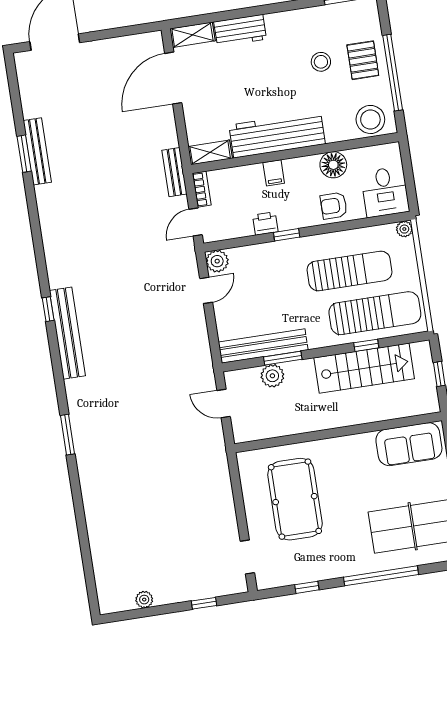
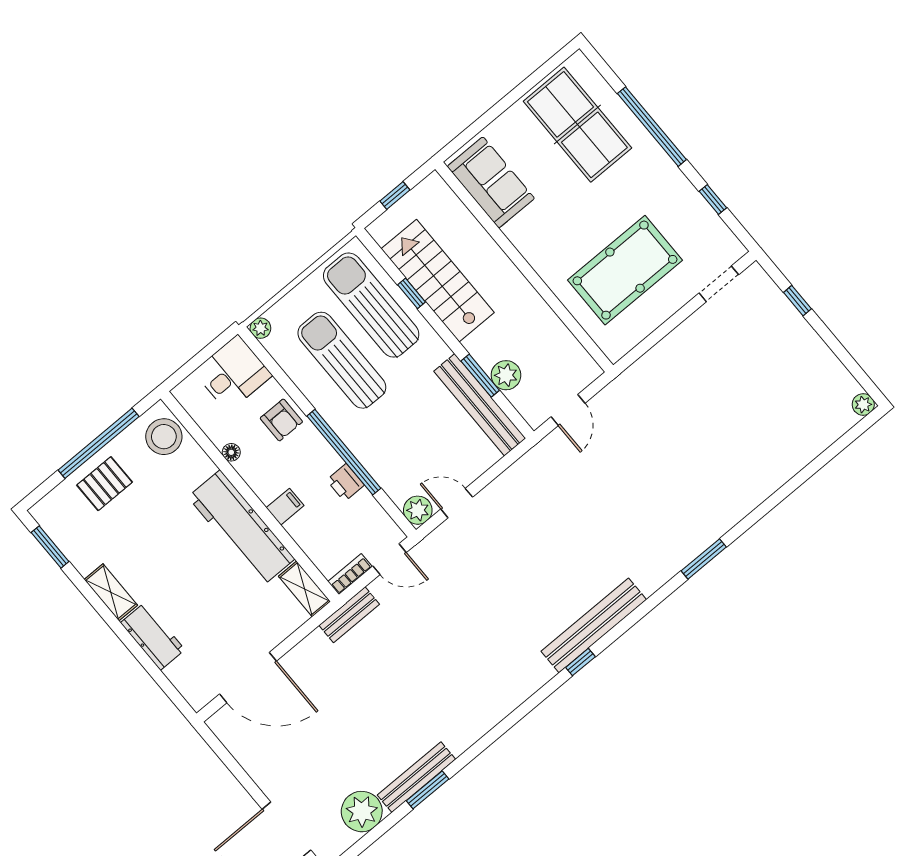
shelving: (192, 35) -> (111, 592), moved
stool: (321, 62) -> (134, 528), removed
plant: (36, 100) -> (362, 812), added
floor lamp: (333, 165) -> (231, 452), width x0.53, depth x0.53
window: (287, 235) -> (344, 452), width x3.17
plant: (144, 600) -> (863, 405), moved

